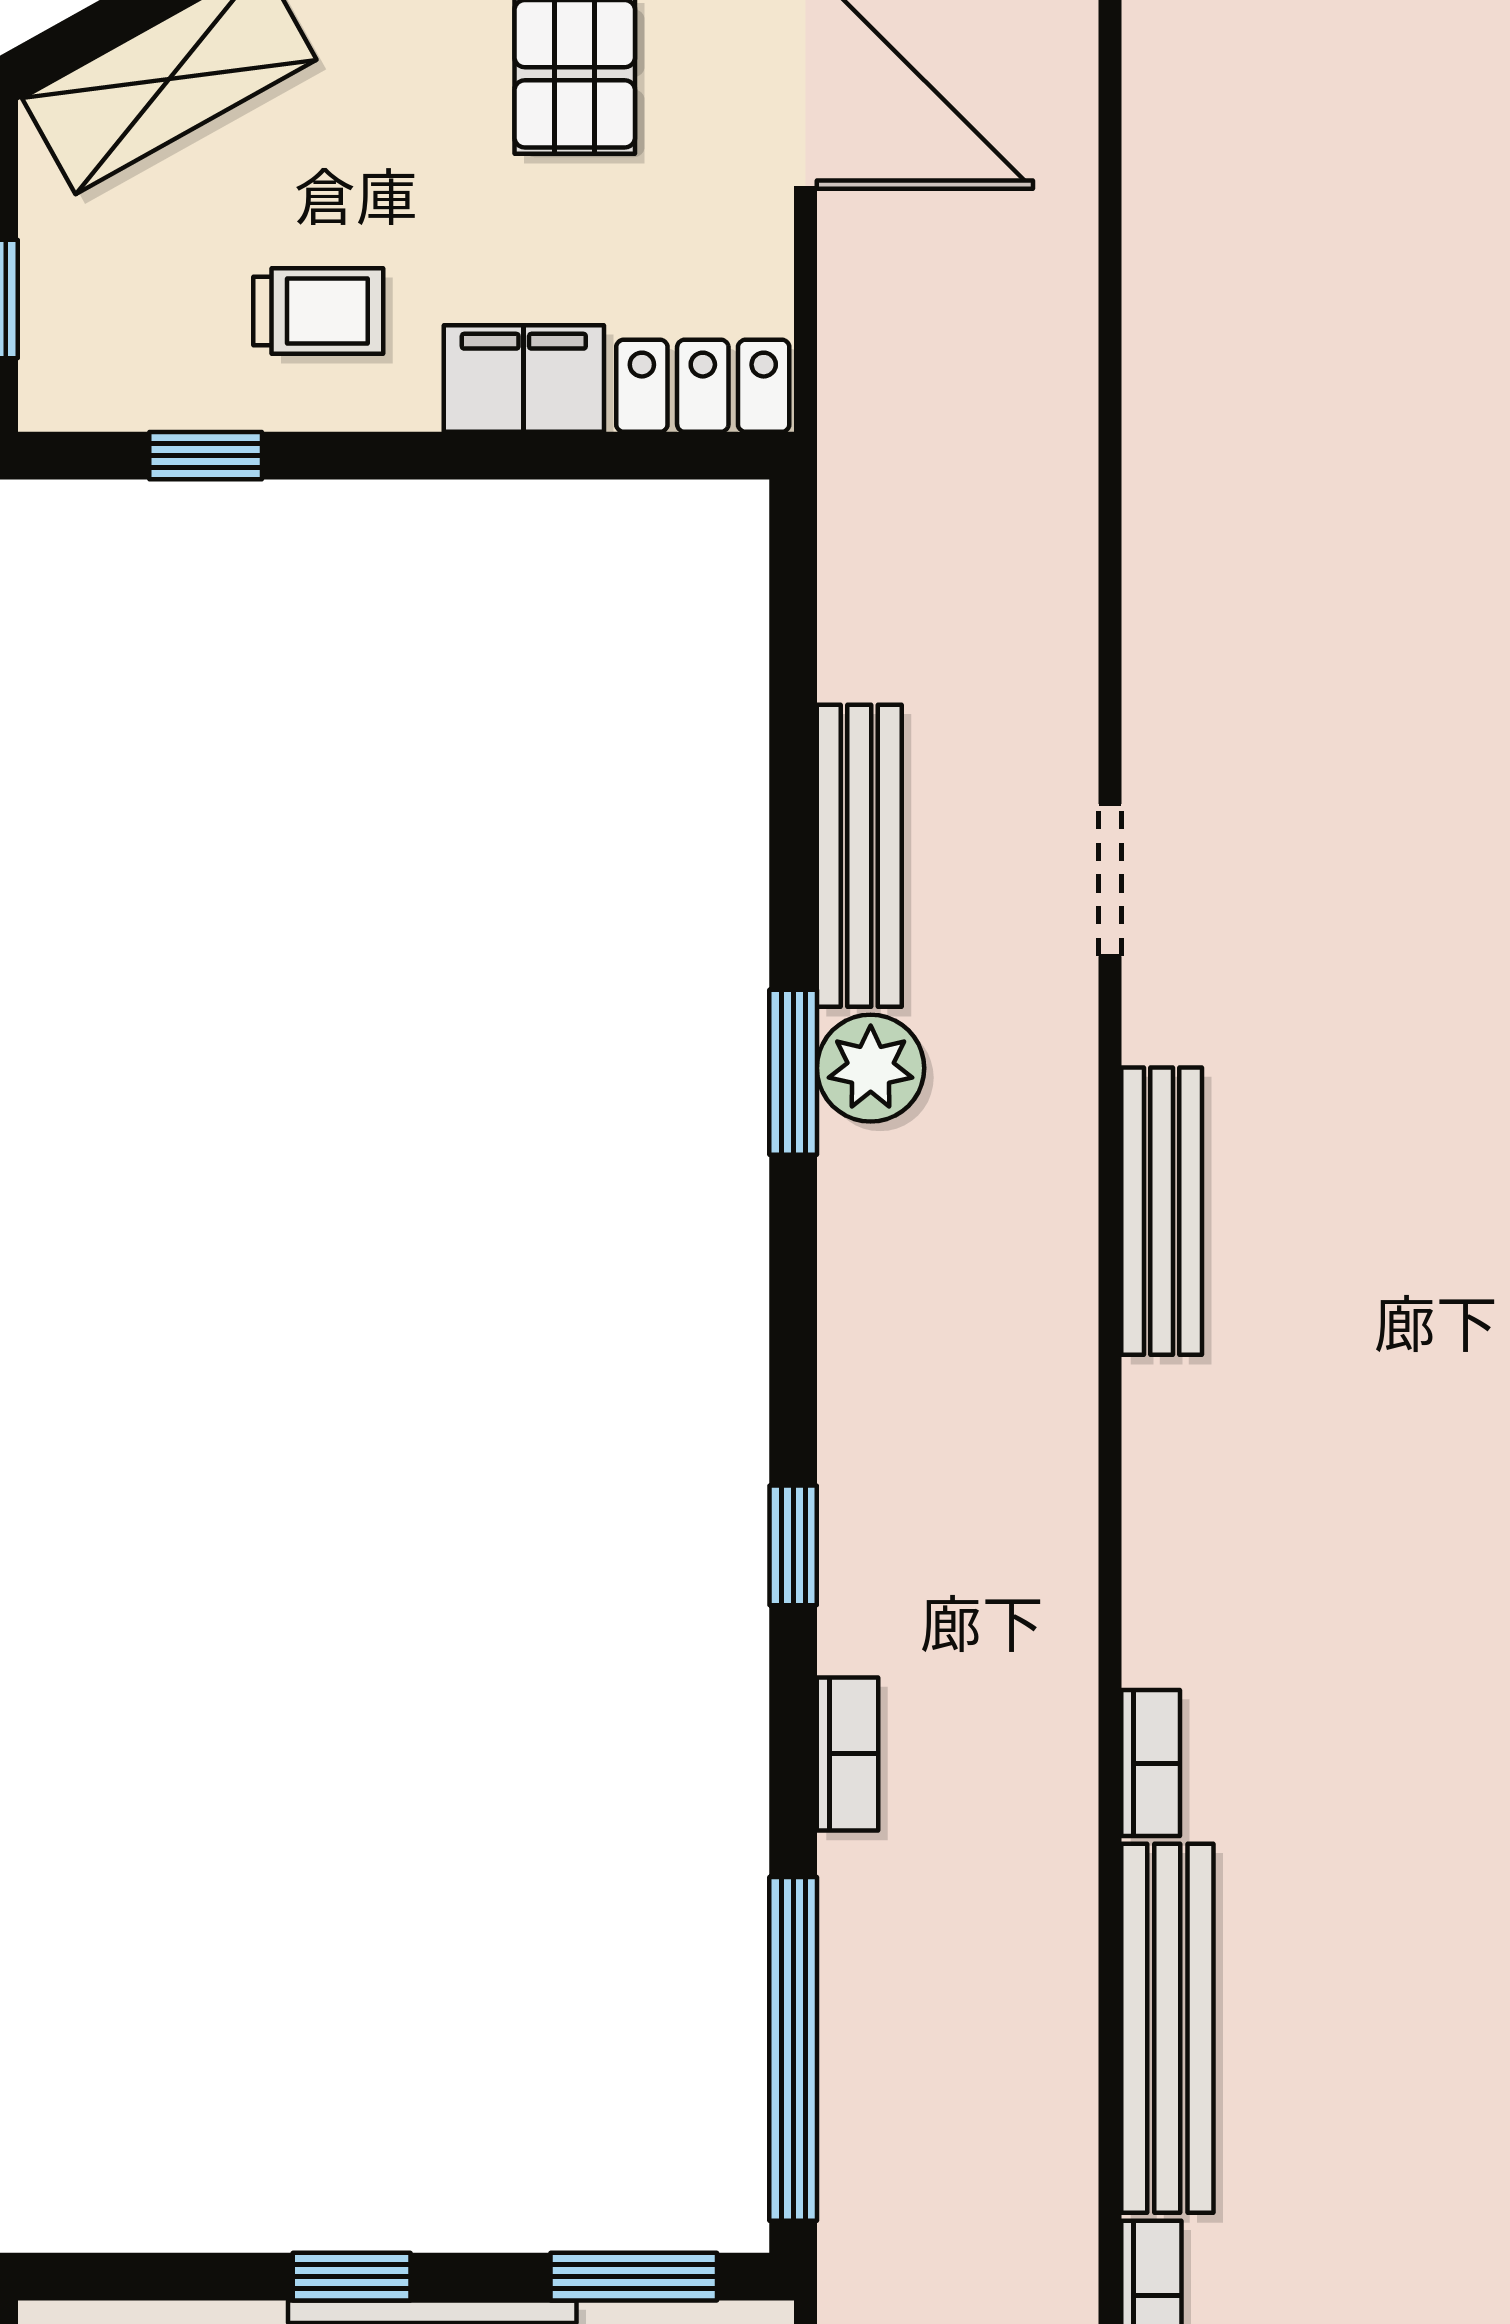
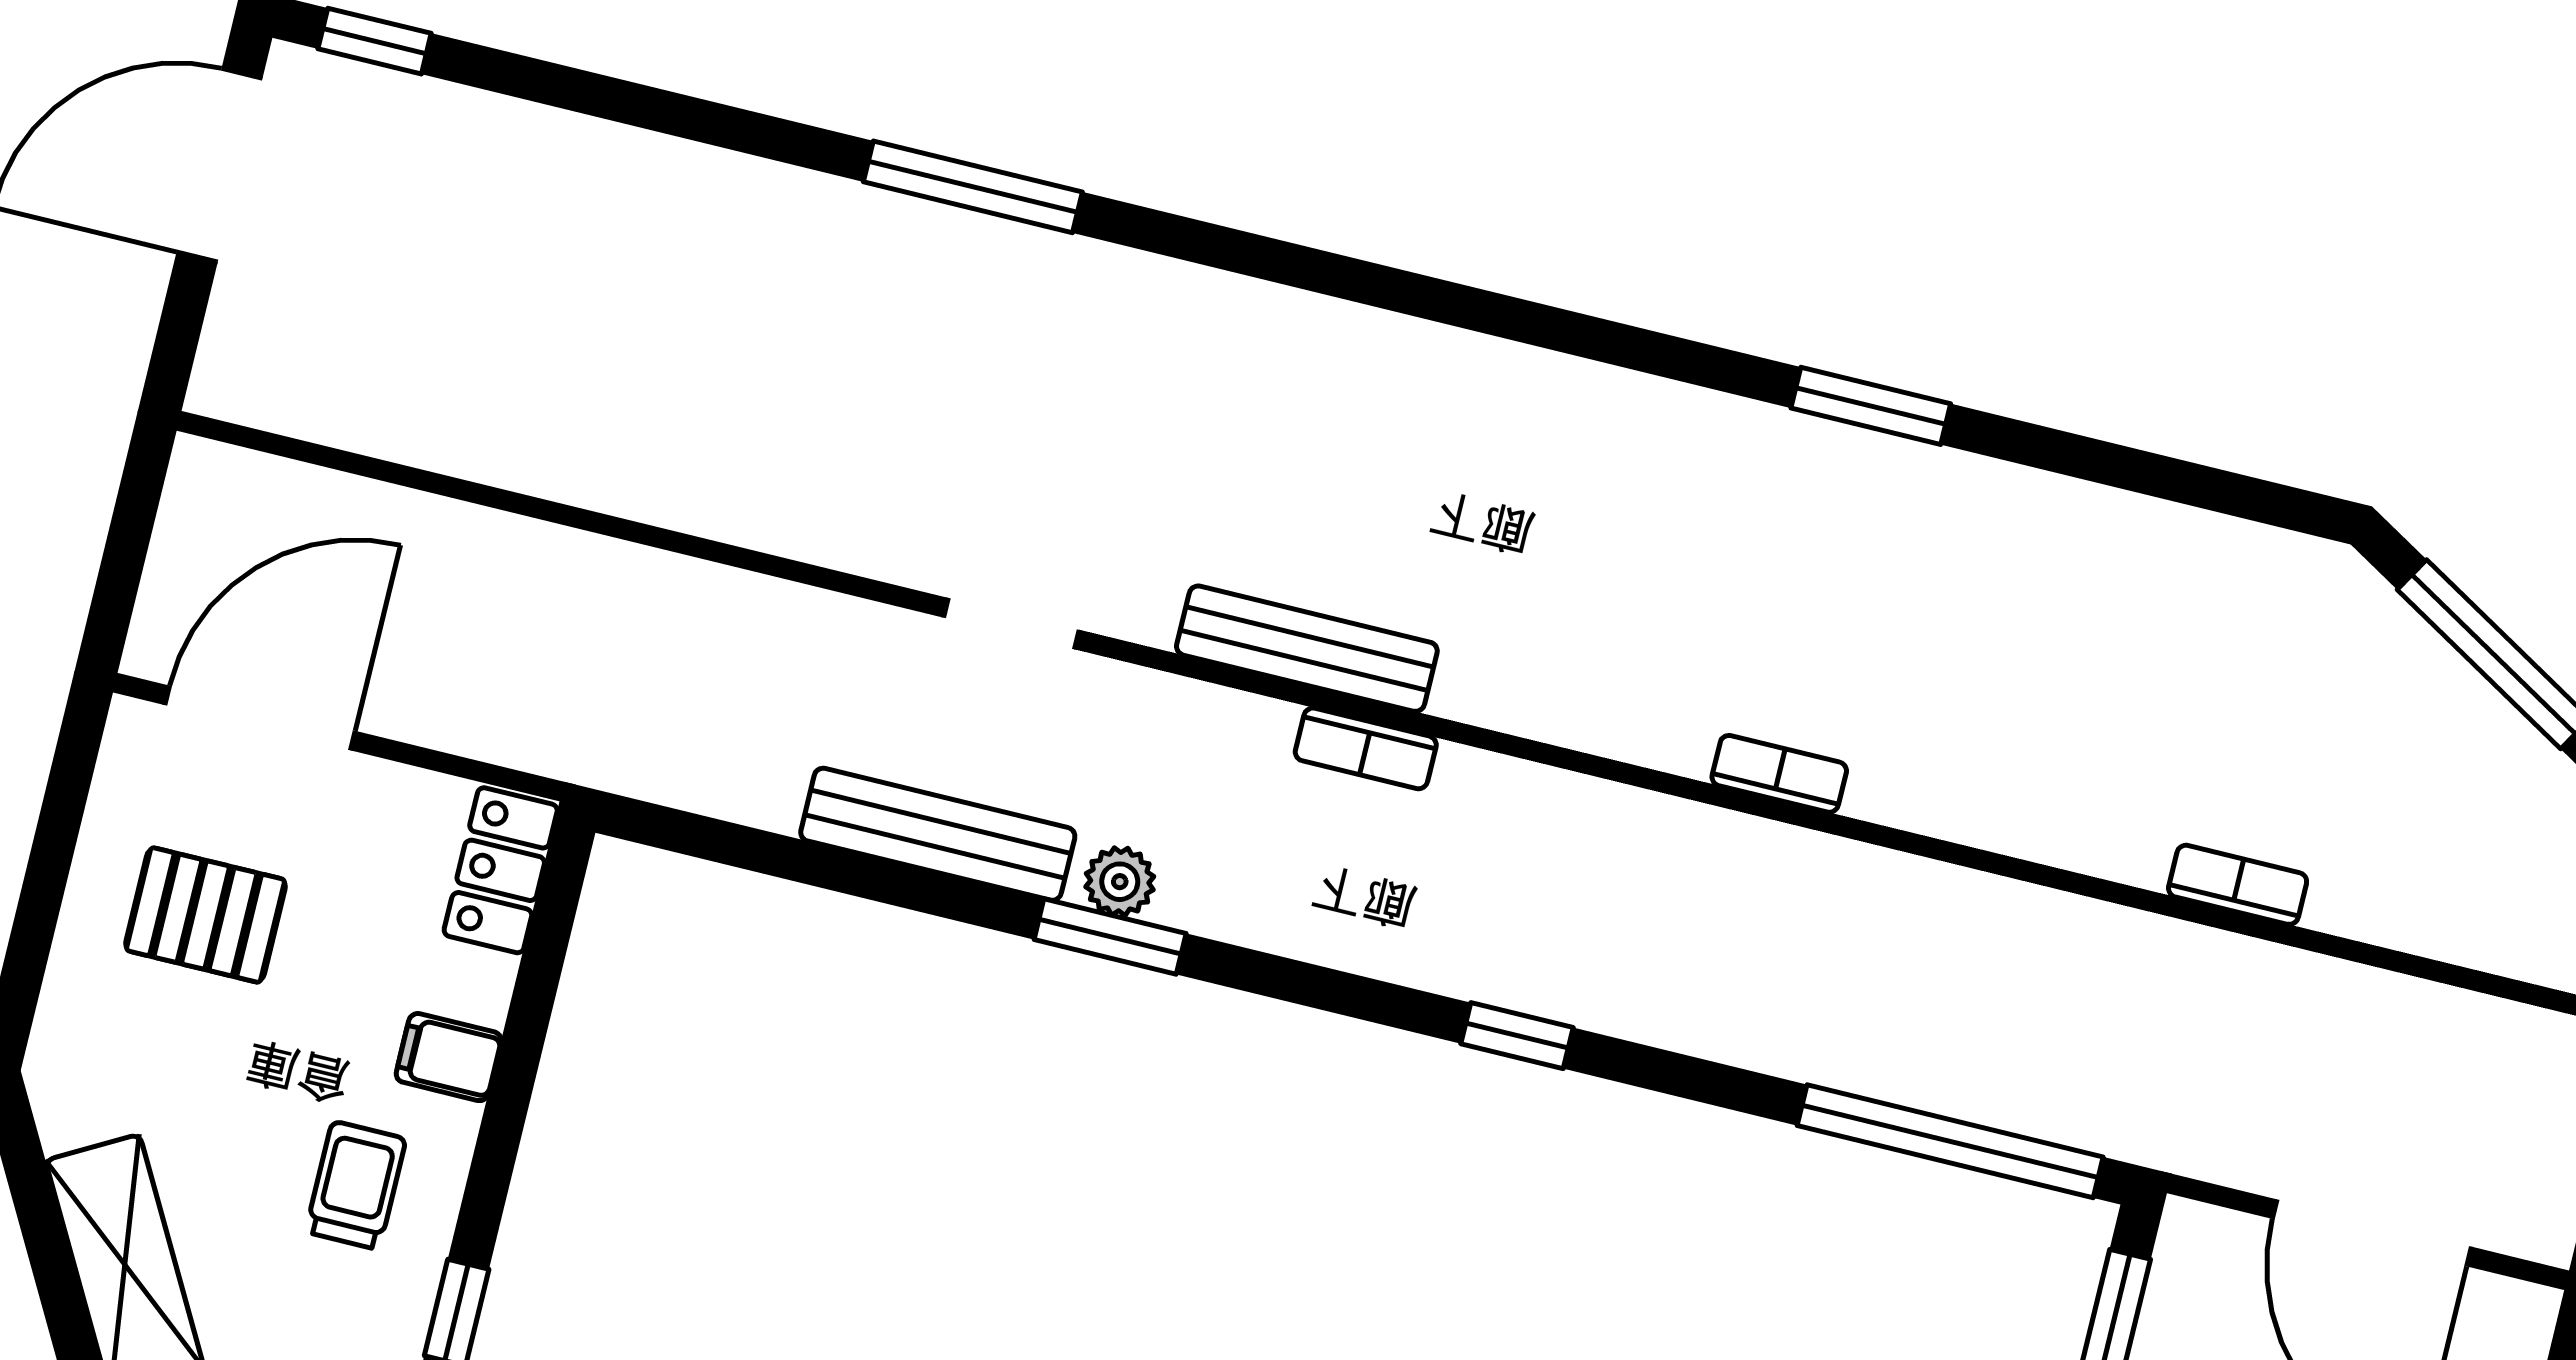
filing cabinet: (524, 379) -> (449, 1057), width x0.50
plant: (871, 1068) -> (1120, 882), width x0.73, depth x0.73
bookcase: (848, 1754) -> (1366, 748), moved, turned 180
bench: (1167, 2028) -> (2011, 815), removed

